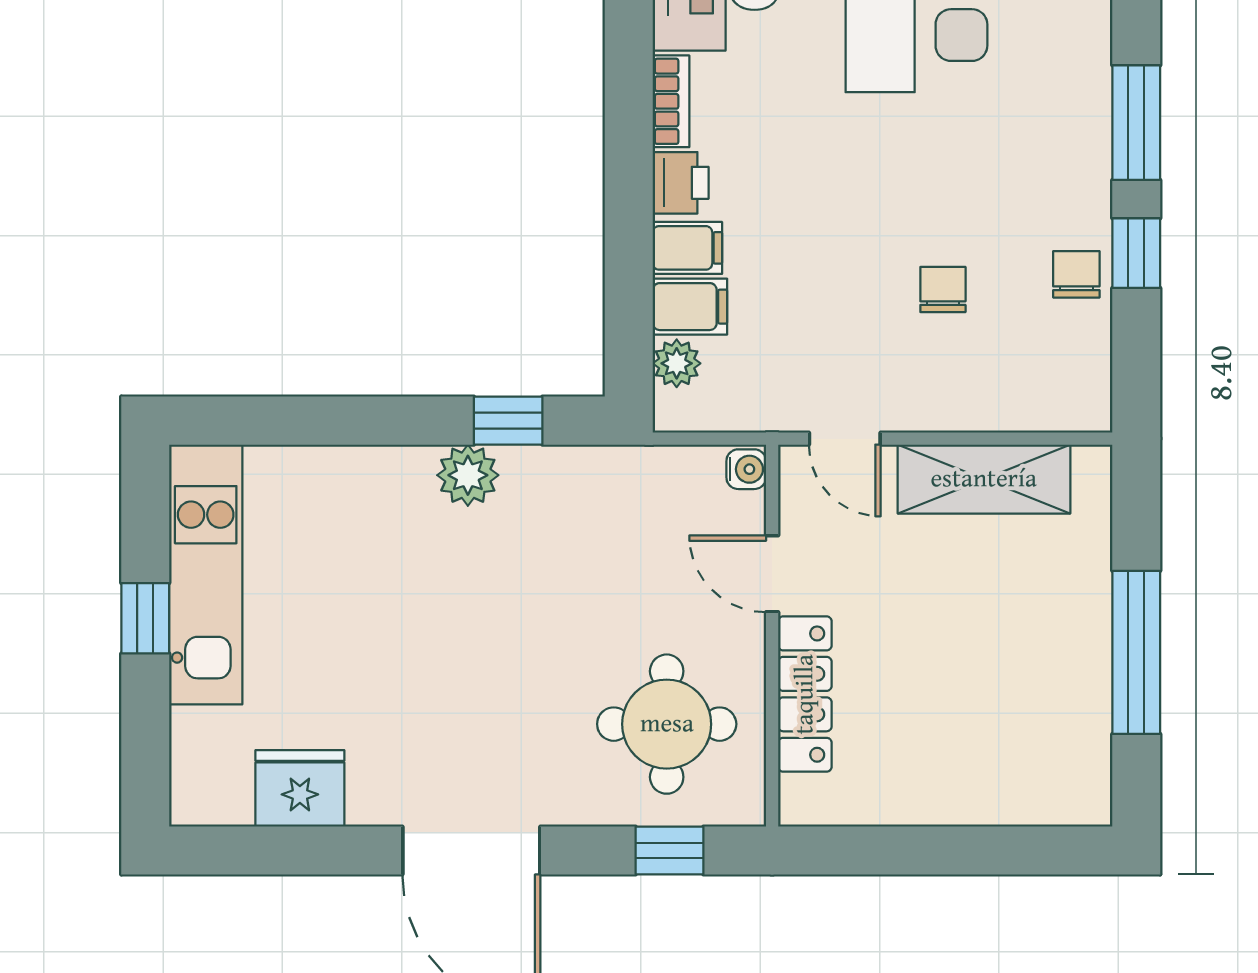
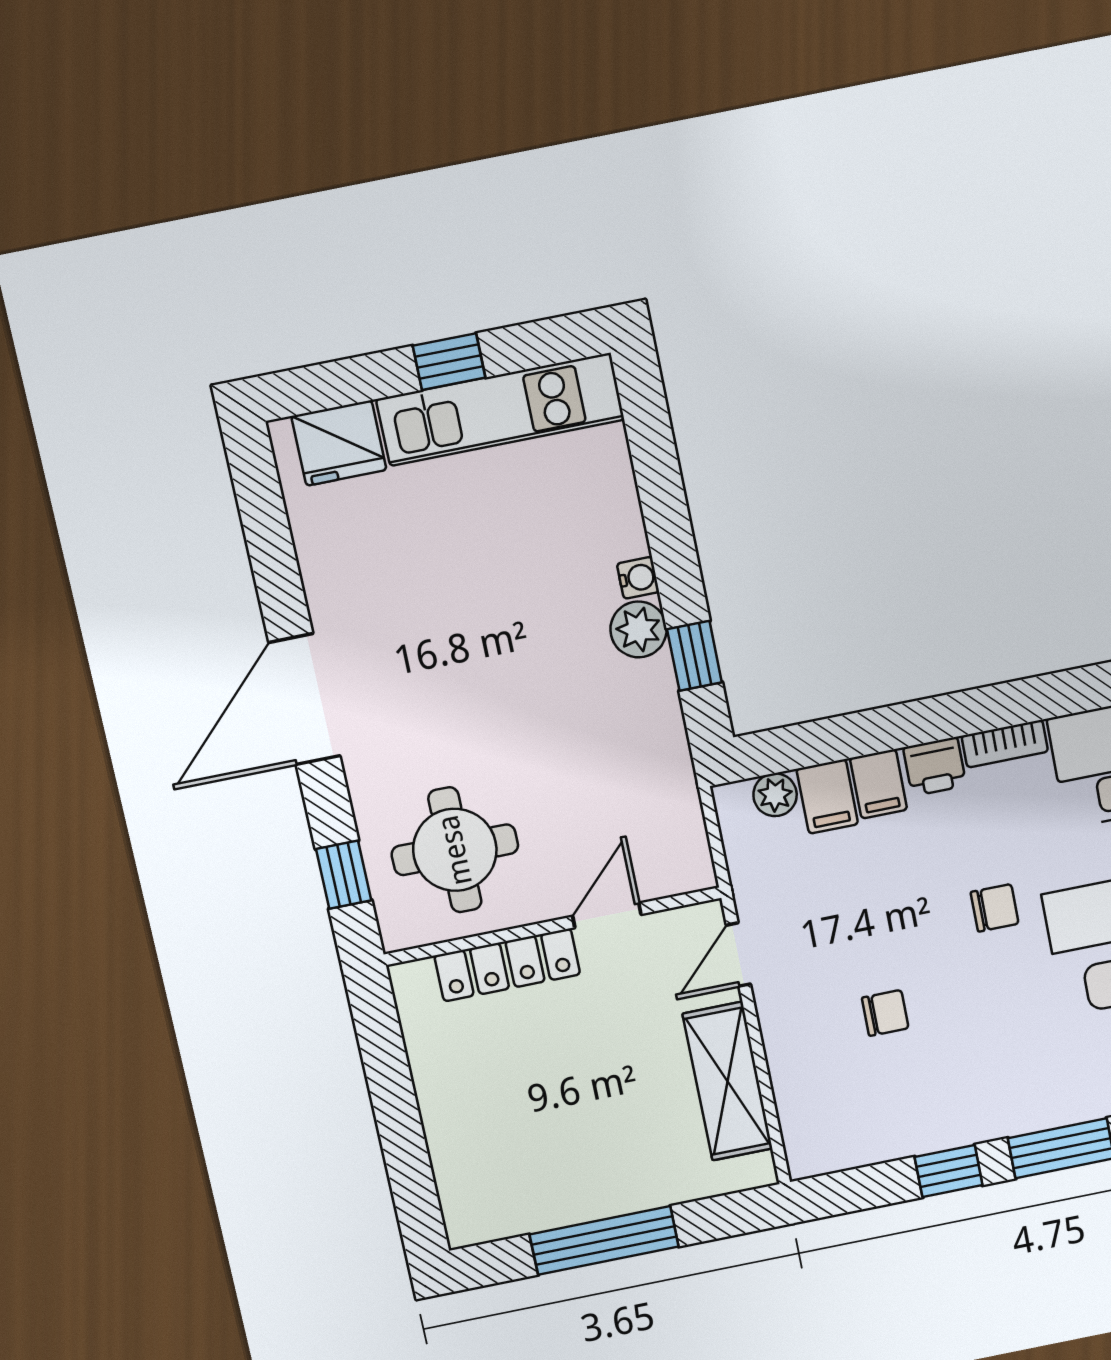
chair: (1076, 274) -> (995, 908), moved
water cooler: (746, 469) -> (638, 578), moved, turned -90
fridge: (300, 788) -> (339, 443), moved, turned 90

